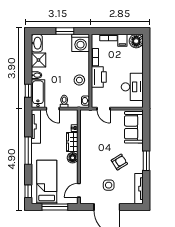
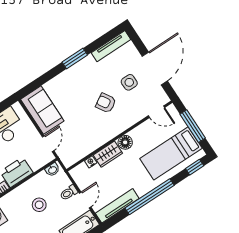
stool: (79, 80) -> (39, 205), moved
sofa: (134, 127) -> (42, 110), moved, turned -90
window: (28, 151) -> (150, 197), width x1.46
armchair: (119, 162) -> (106, 103), moved

